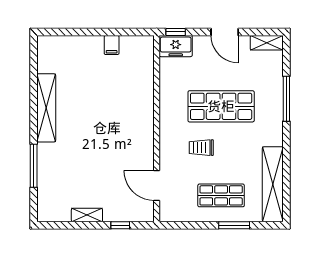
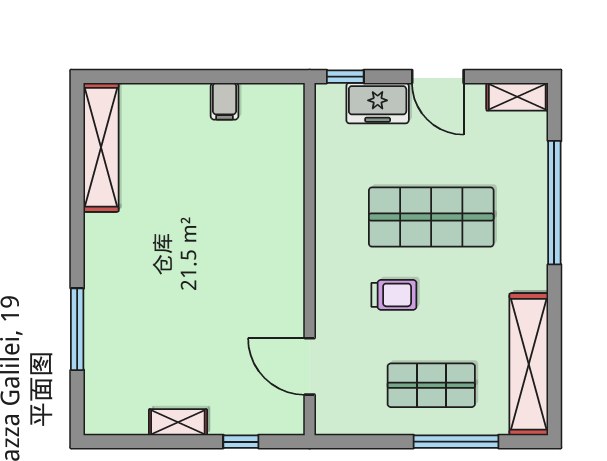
freezer: (176, 46) -> (378, 103), moved
window: (286, 99) -> (554, 203), width x1.46
shelving: (46, 108) -> (101, 147), moved
trolley: (201, 148) -> (394, 295), turned 180
window: (234, 225) -> (456, 442), width x1.44

